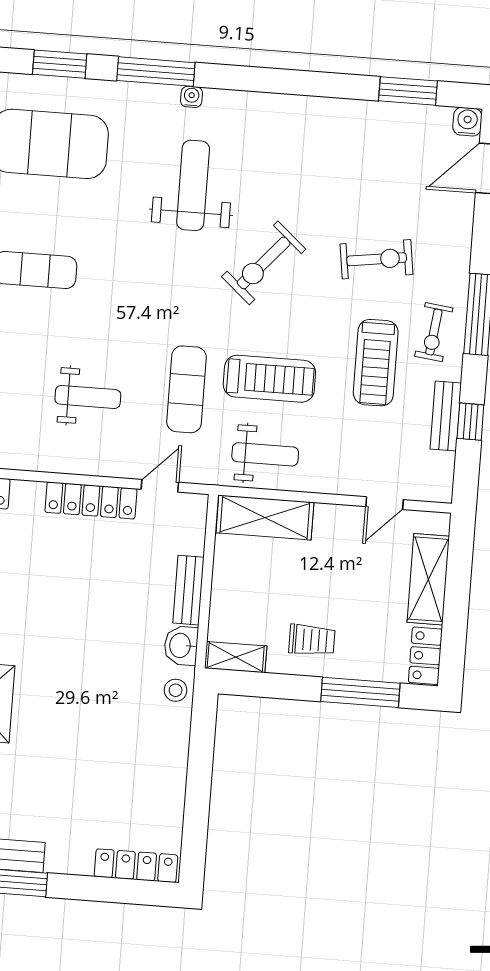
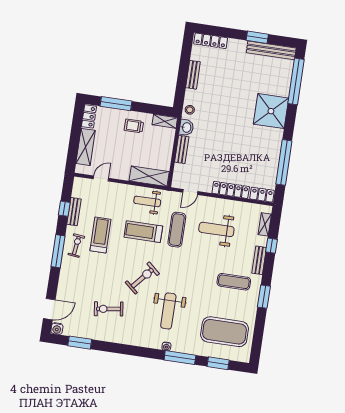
exercise bike: (377, 259) -> (109, 309), moved
weight bench: (88, 397) -> (216, 229), width x1.36, depth x1.33
locker: (91, 500) -> (231, 190), moved
bench: (174, 778) -> (193, 75), added

